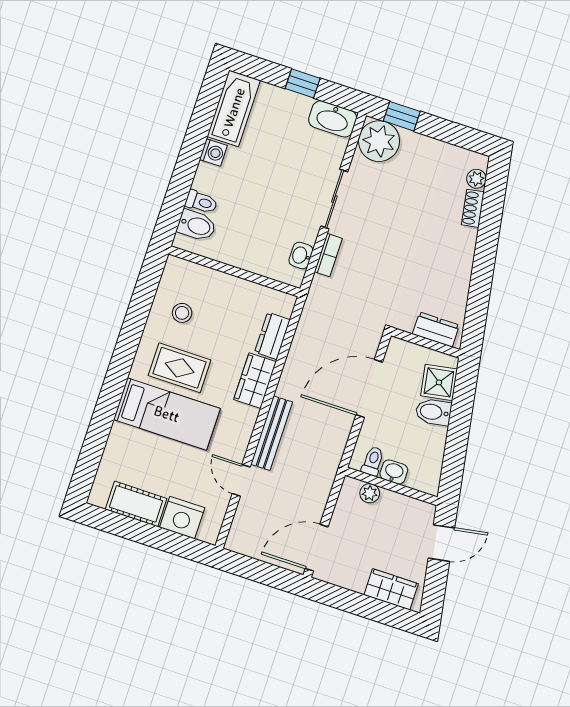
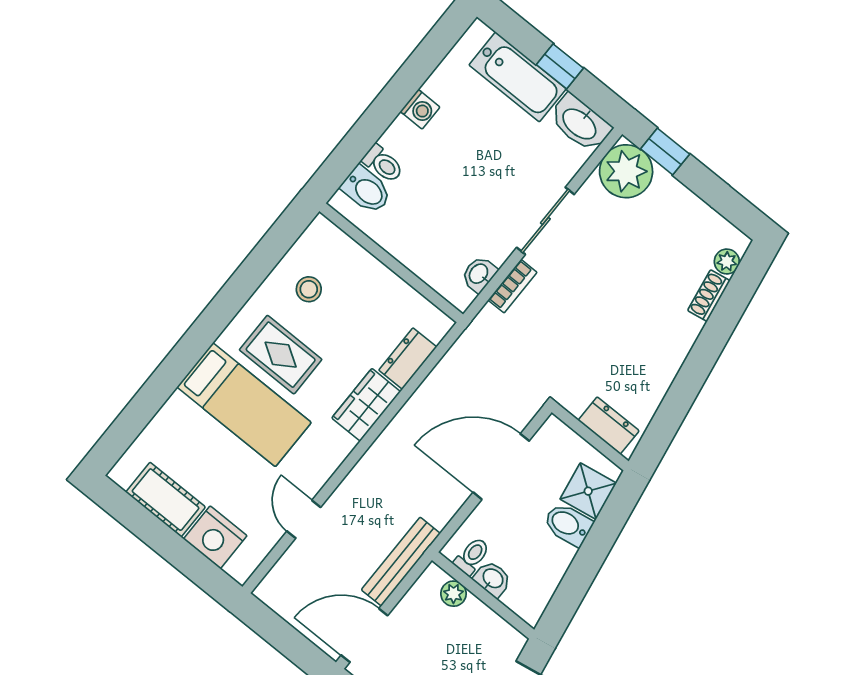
bathtub: (234, 108) -> (518, 77), moved, turned 90
bench: (272, 433) -> (401, 562), moved

